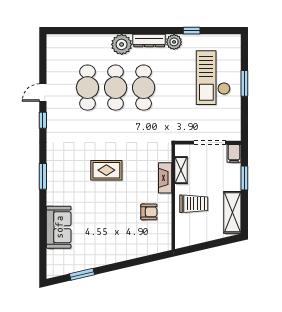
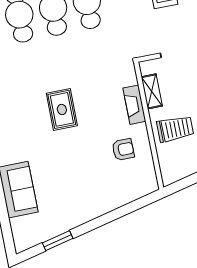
rug: (106, 170) -> (62, 109), turned 90

